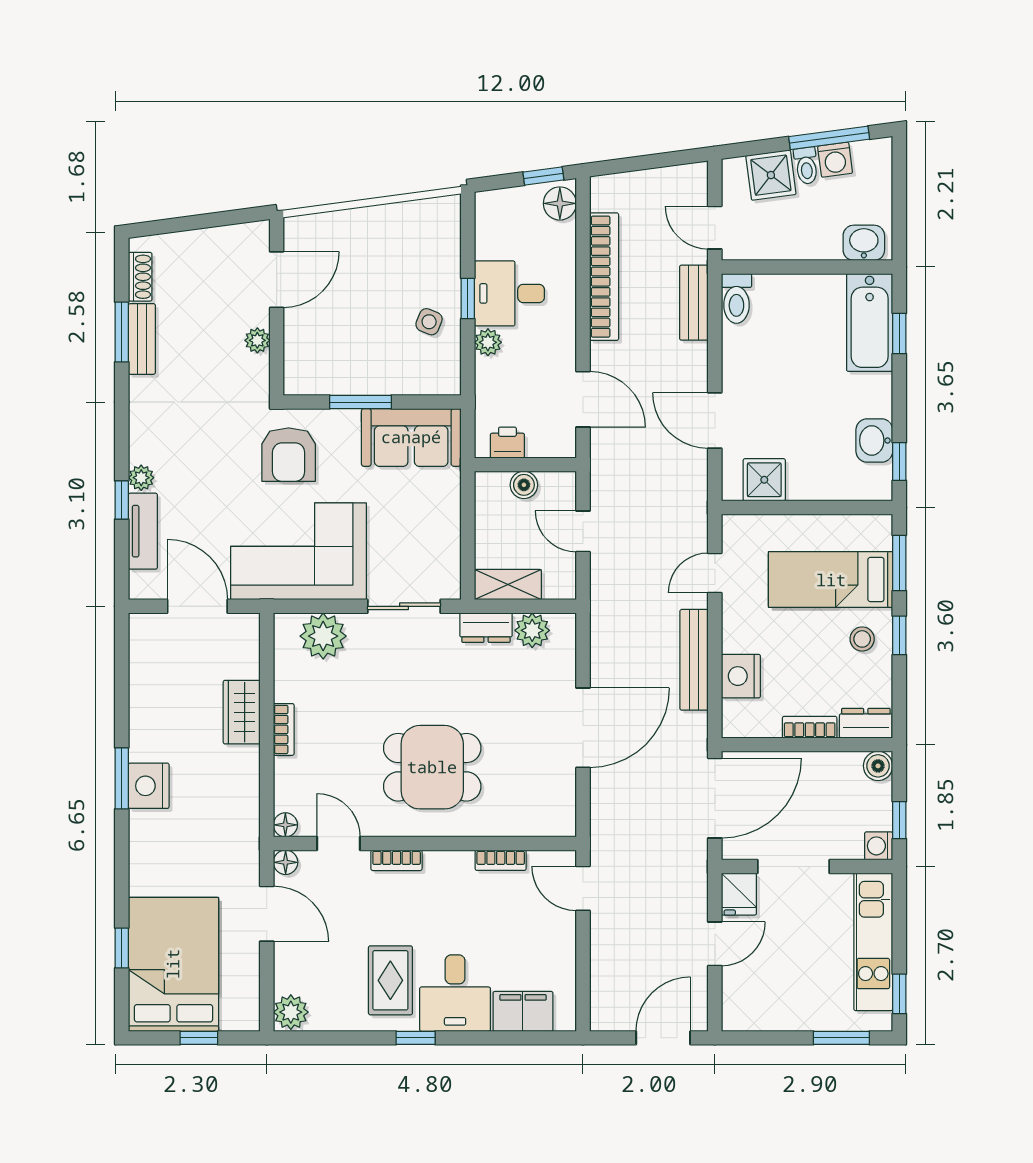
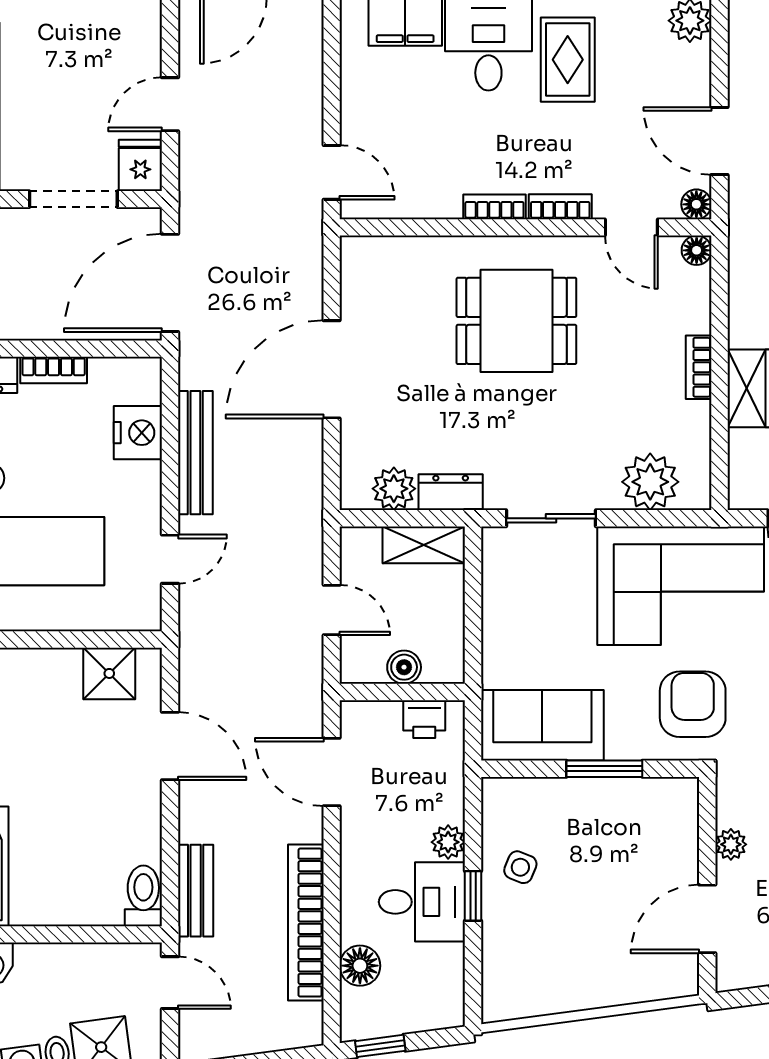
floor lamp: (560, 203) -> (360, 966), moved
bookcase: (501, 860) -> (494, 207), moved

